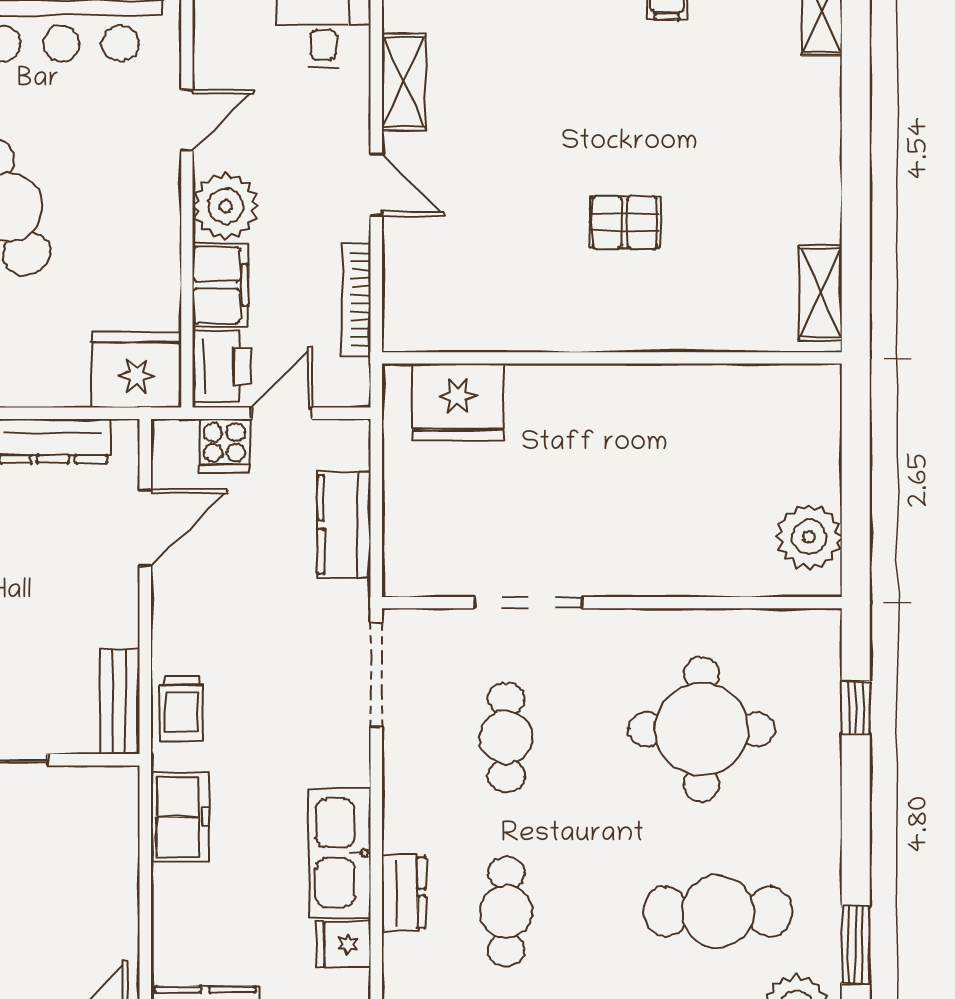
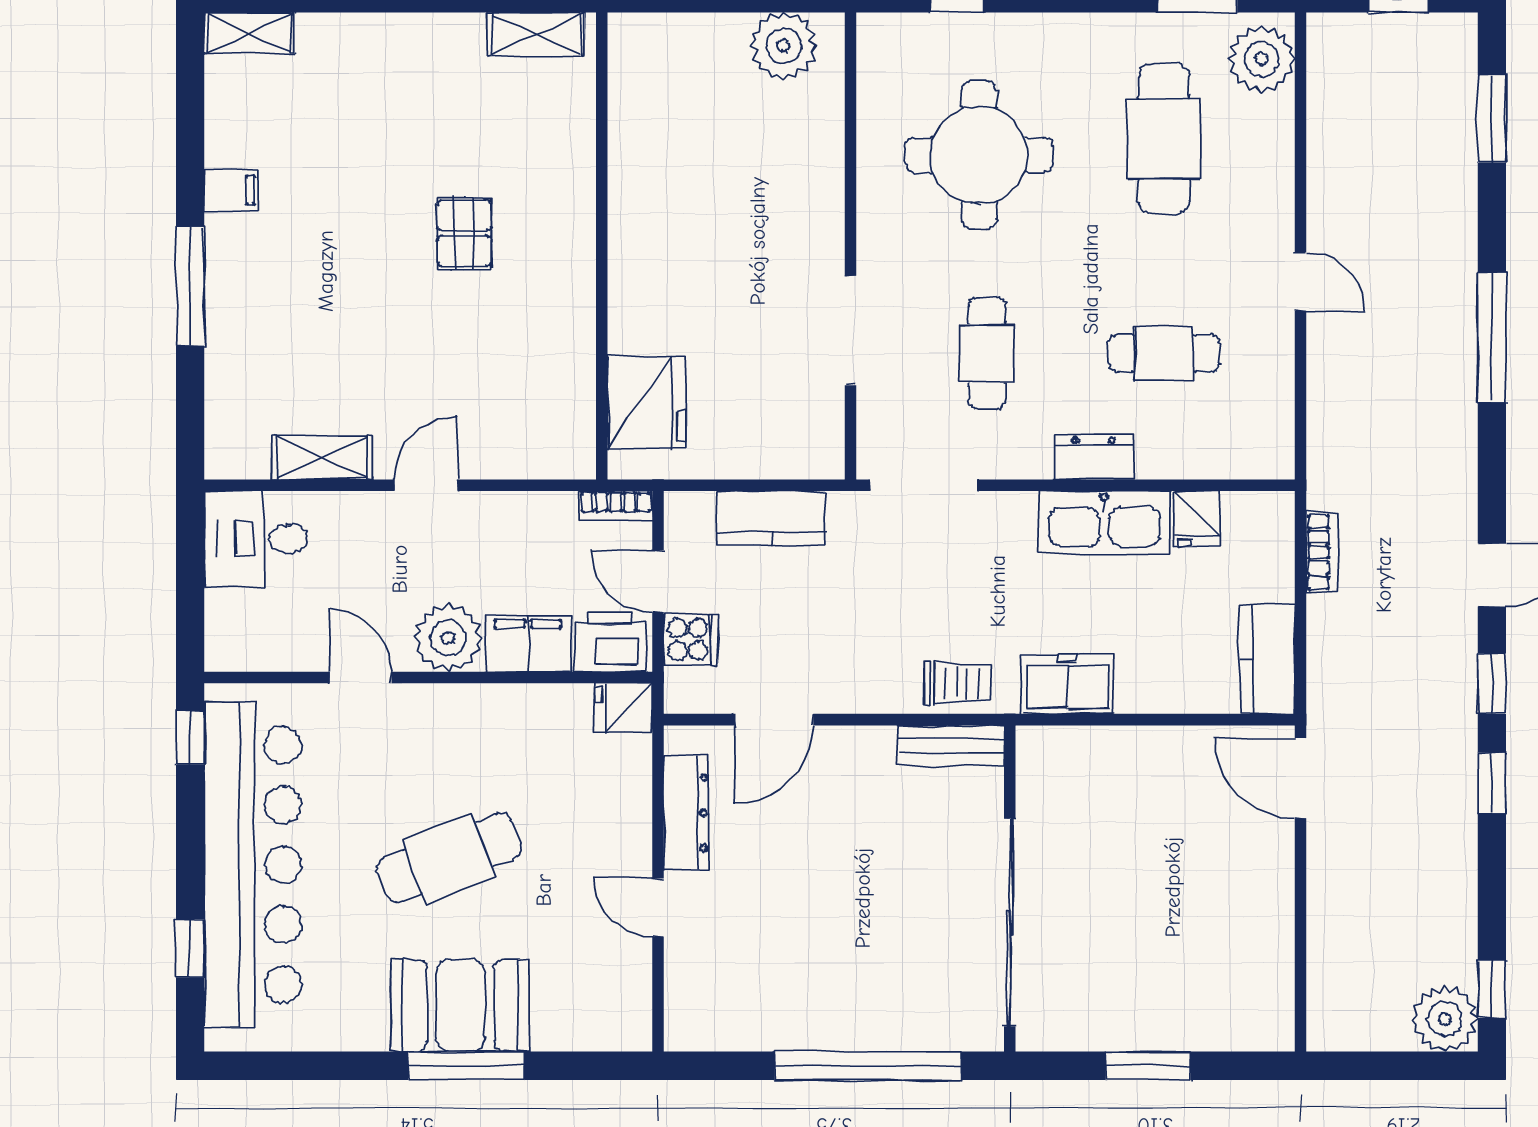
bookcase: (356, 299) -> (616, 505), moved, width x0.64
fridge: (136, 370) -> (624, 707), width x0.53, depth x0.75
door: (145, 528) -> (774, 720), swing flipped
cafe table: (506, 737) -> (987, 353), turned 90
dresser: (404, 893) -> (1094, 457), moved

